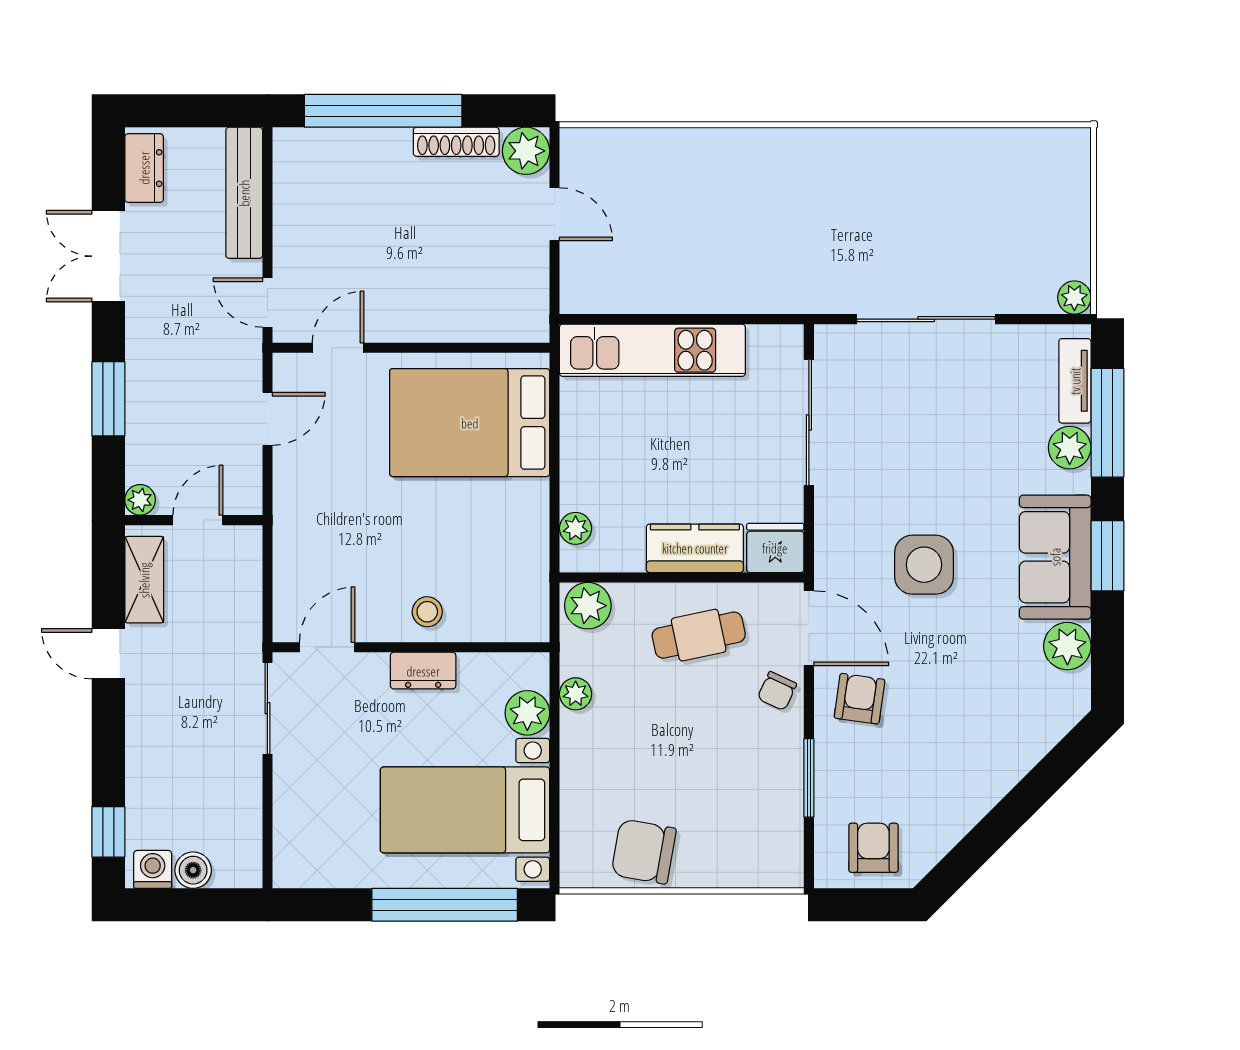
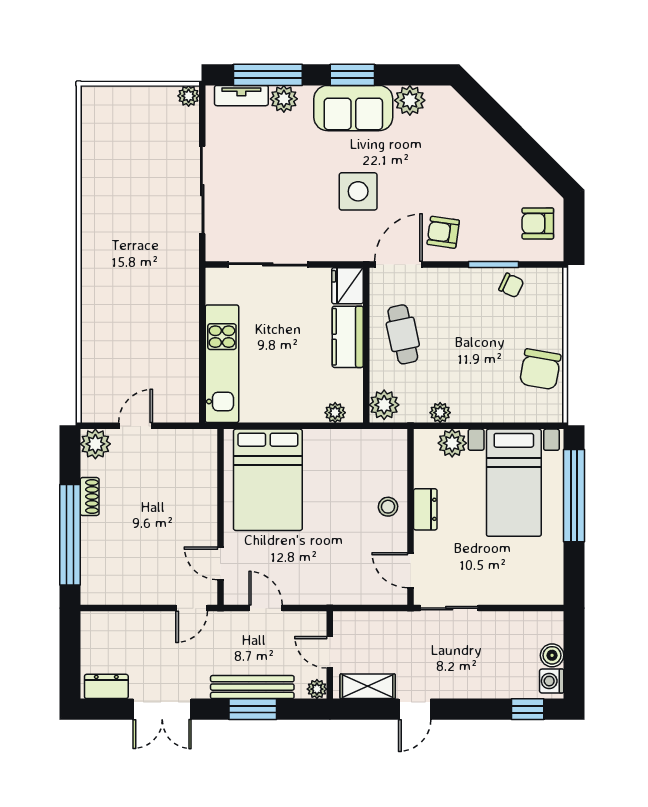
shoe rack: (456, 142) -> (90, 496), width x0.70
bench: (244, 193) -> (252, 687), moved
chair: (777, 691) -> (511, 285), moved

